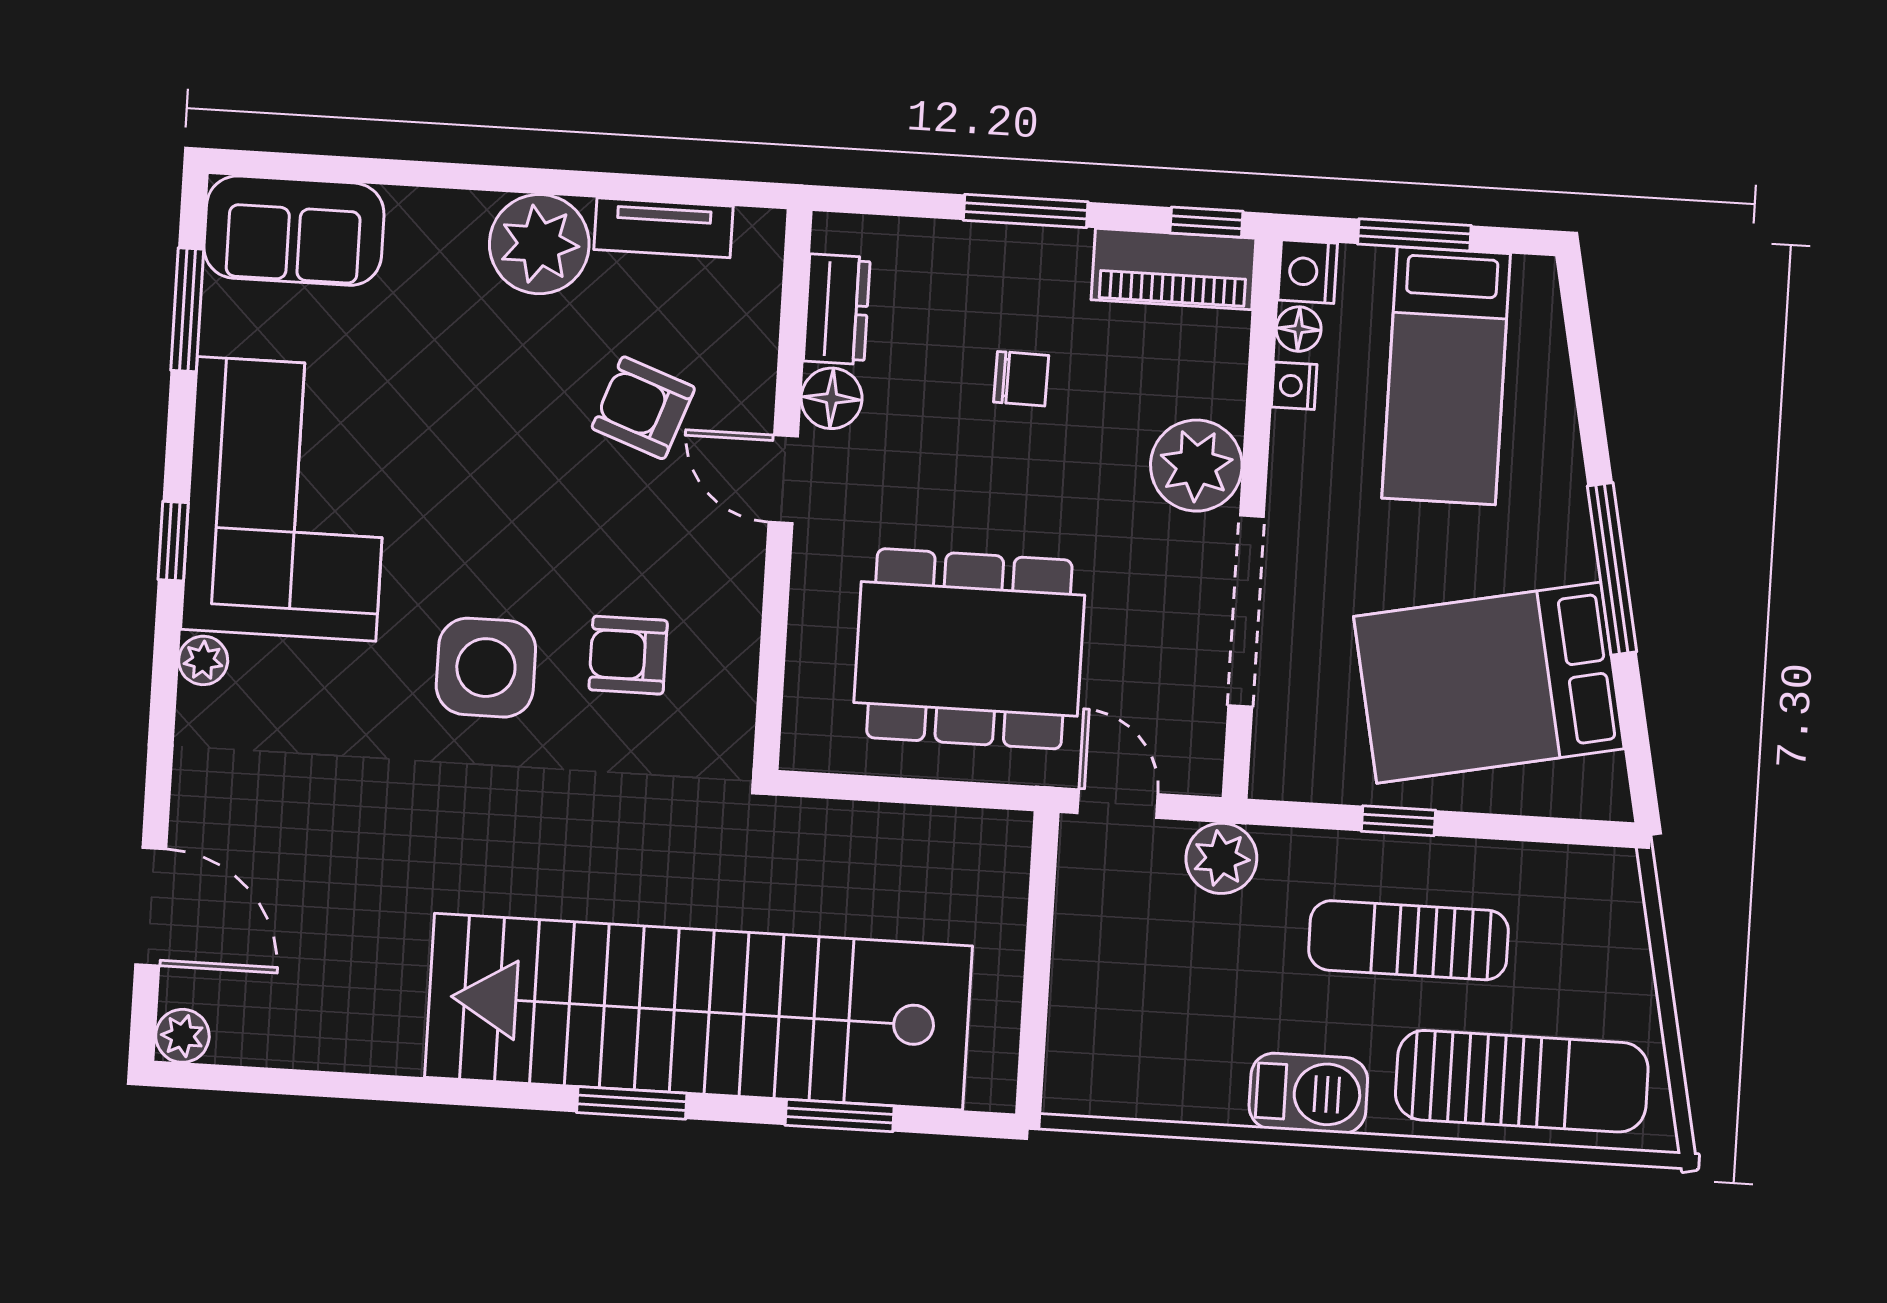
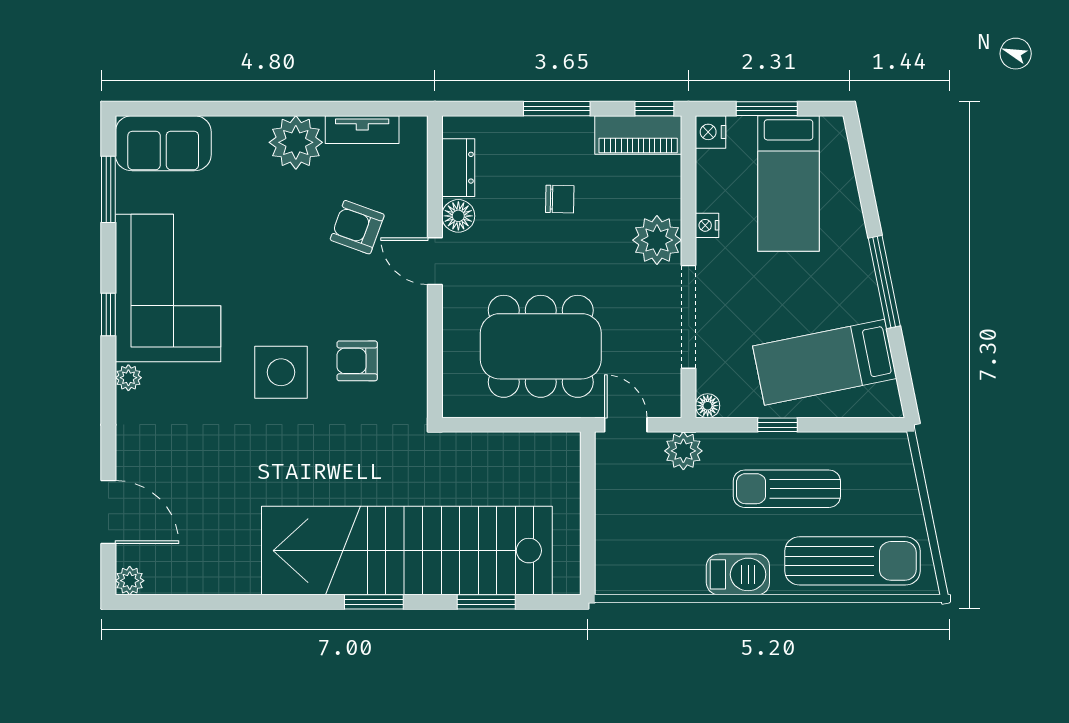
floor lamp: (1299, 329) -> (708, 406), moved
nightstand: (1294, 386) -> (707, 225), moved
bed: (1489, 683) -> (825, 362), width x0.67

